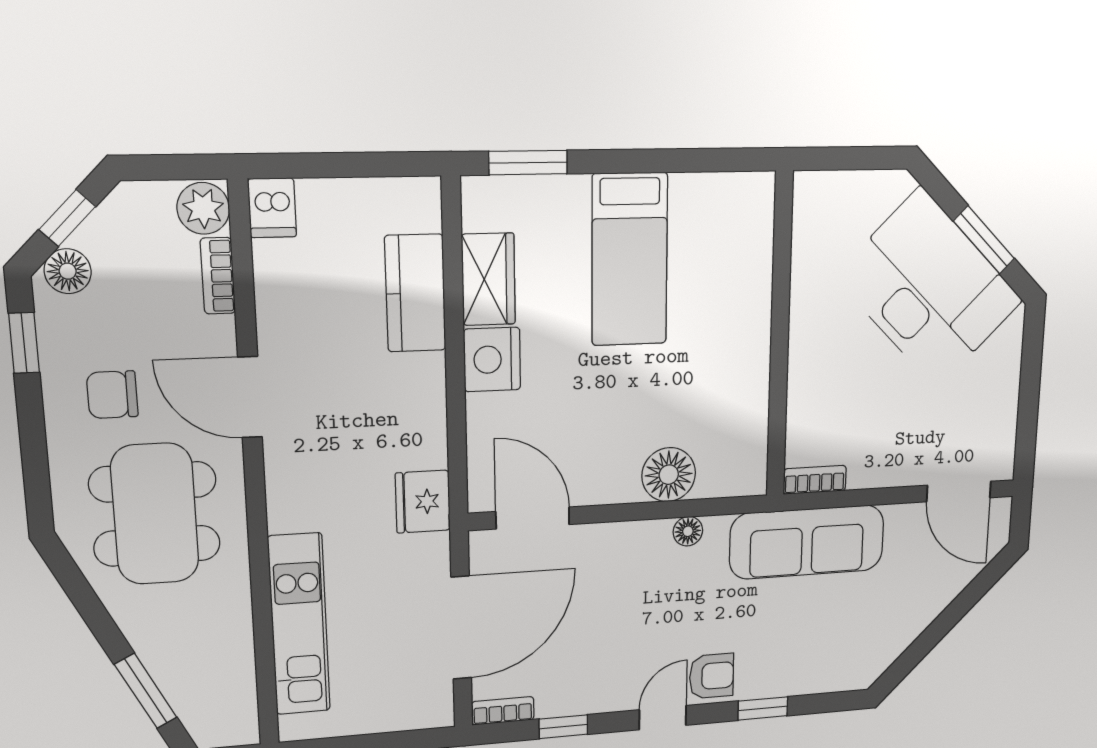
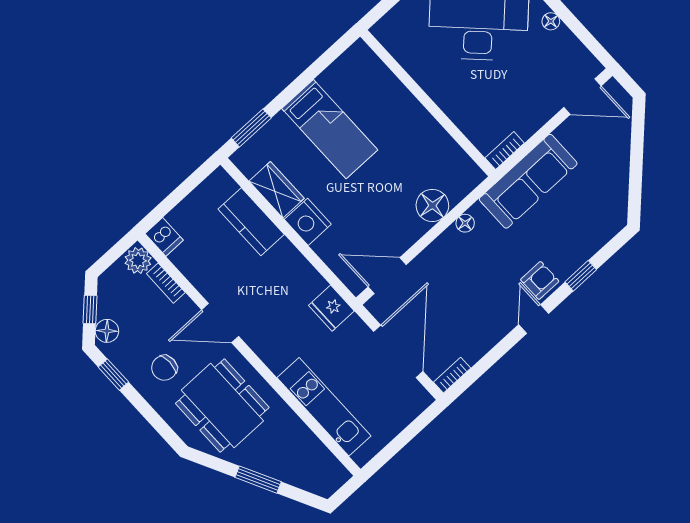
floor lamp: (1008, 366) -> (551, 21), added
window: (146, 691) -> (258, 480), moved
window: (563, 727) -> (488, 361), removed

